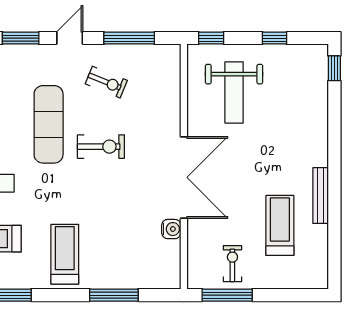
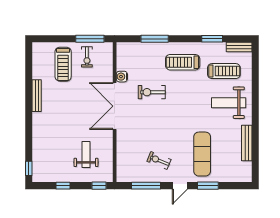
weight bench: (234, 92) -> (86, 155), width x0.73, depth x0.75
exercise mat: (49, 124) -> (202, 154), moved
exercise bike: (101, 147) -> (152, 92), moved
treadmill: (280, 225) -> (63, 64), moved
treadmill: (65, 254) -> (183, 62), turned 90

